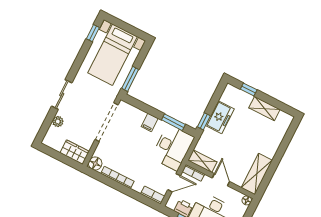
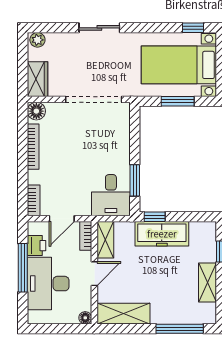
window: (130, 79) -> (178, 101), moved
freezer: (220, 117) -> (162, 234), width x1.40
plant: (58, 122) -> (37, 40), moved
filing cabinet: (150, 123) -> (120, 152), removed
window: (285, 142) -> (180, 329), added
desk: (173, 147) -> (111, 195), width x0.73
door: (174, 183) -> (62, 219), hinge flipped

